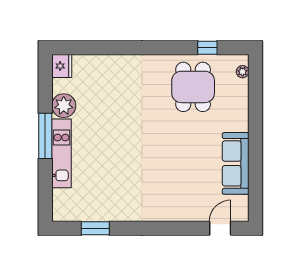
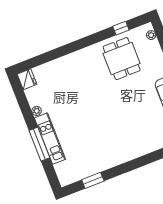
plant: (64, 106) -> (37, 111), width x0.53, depth x0.53
window: (45, 136) -> (39, 144), moved

